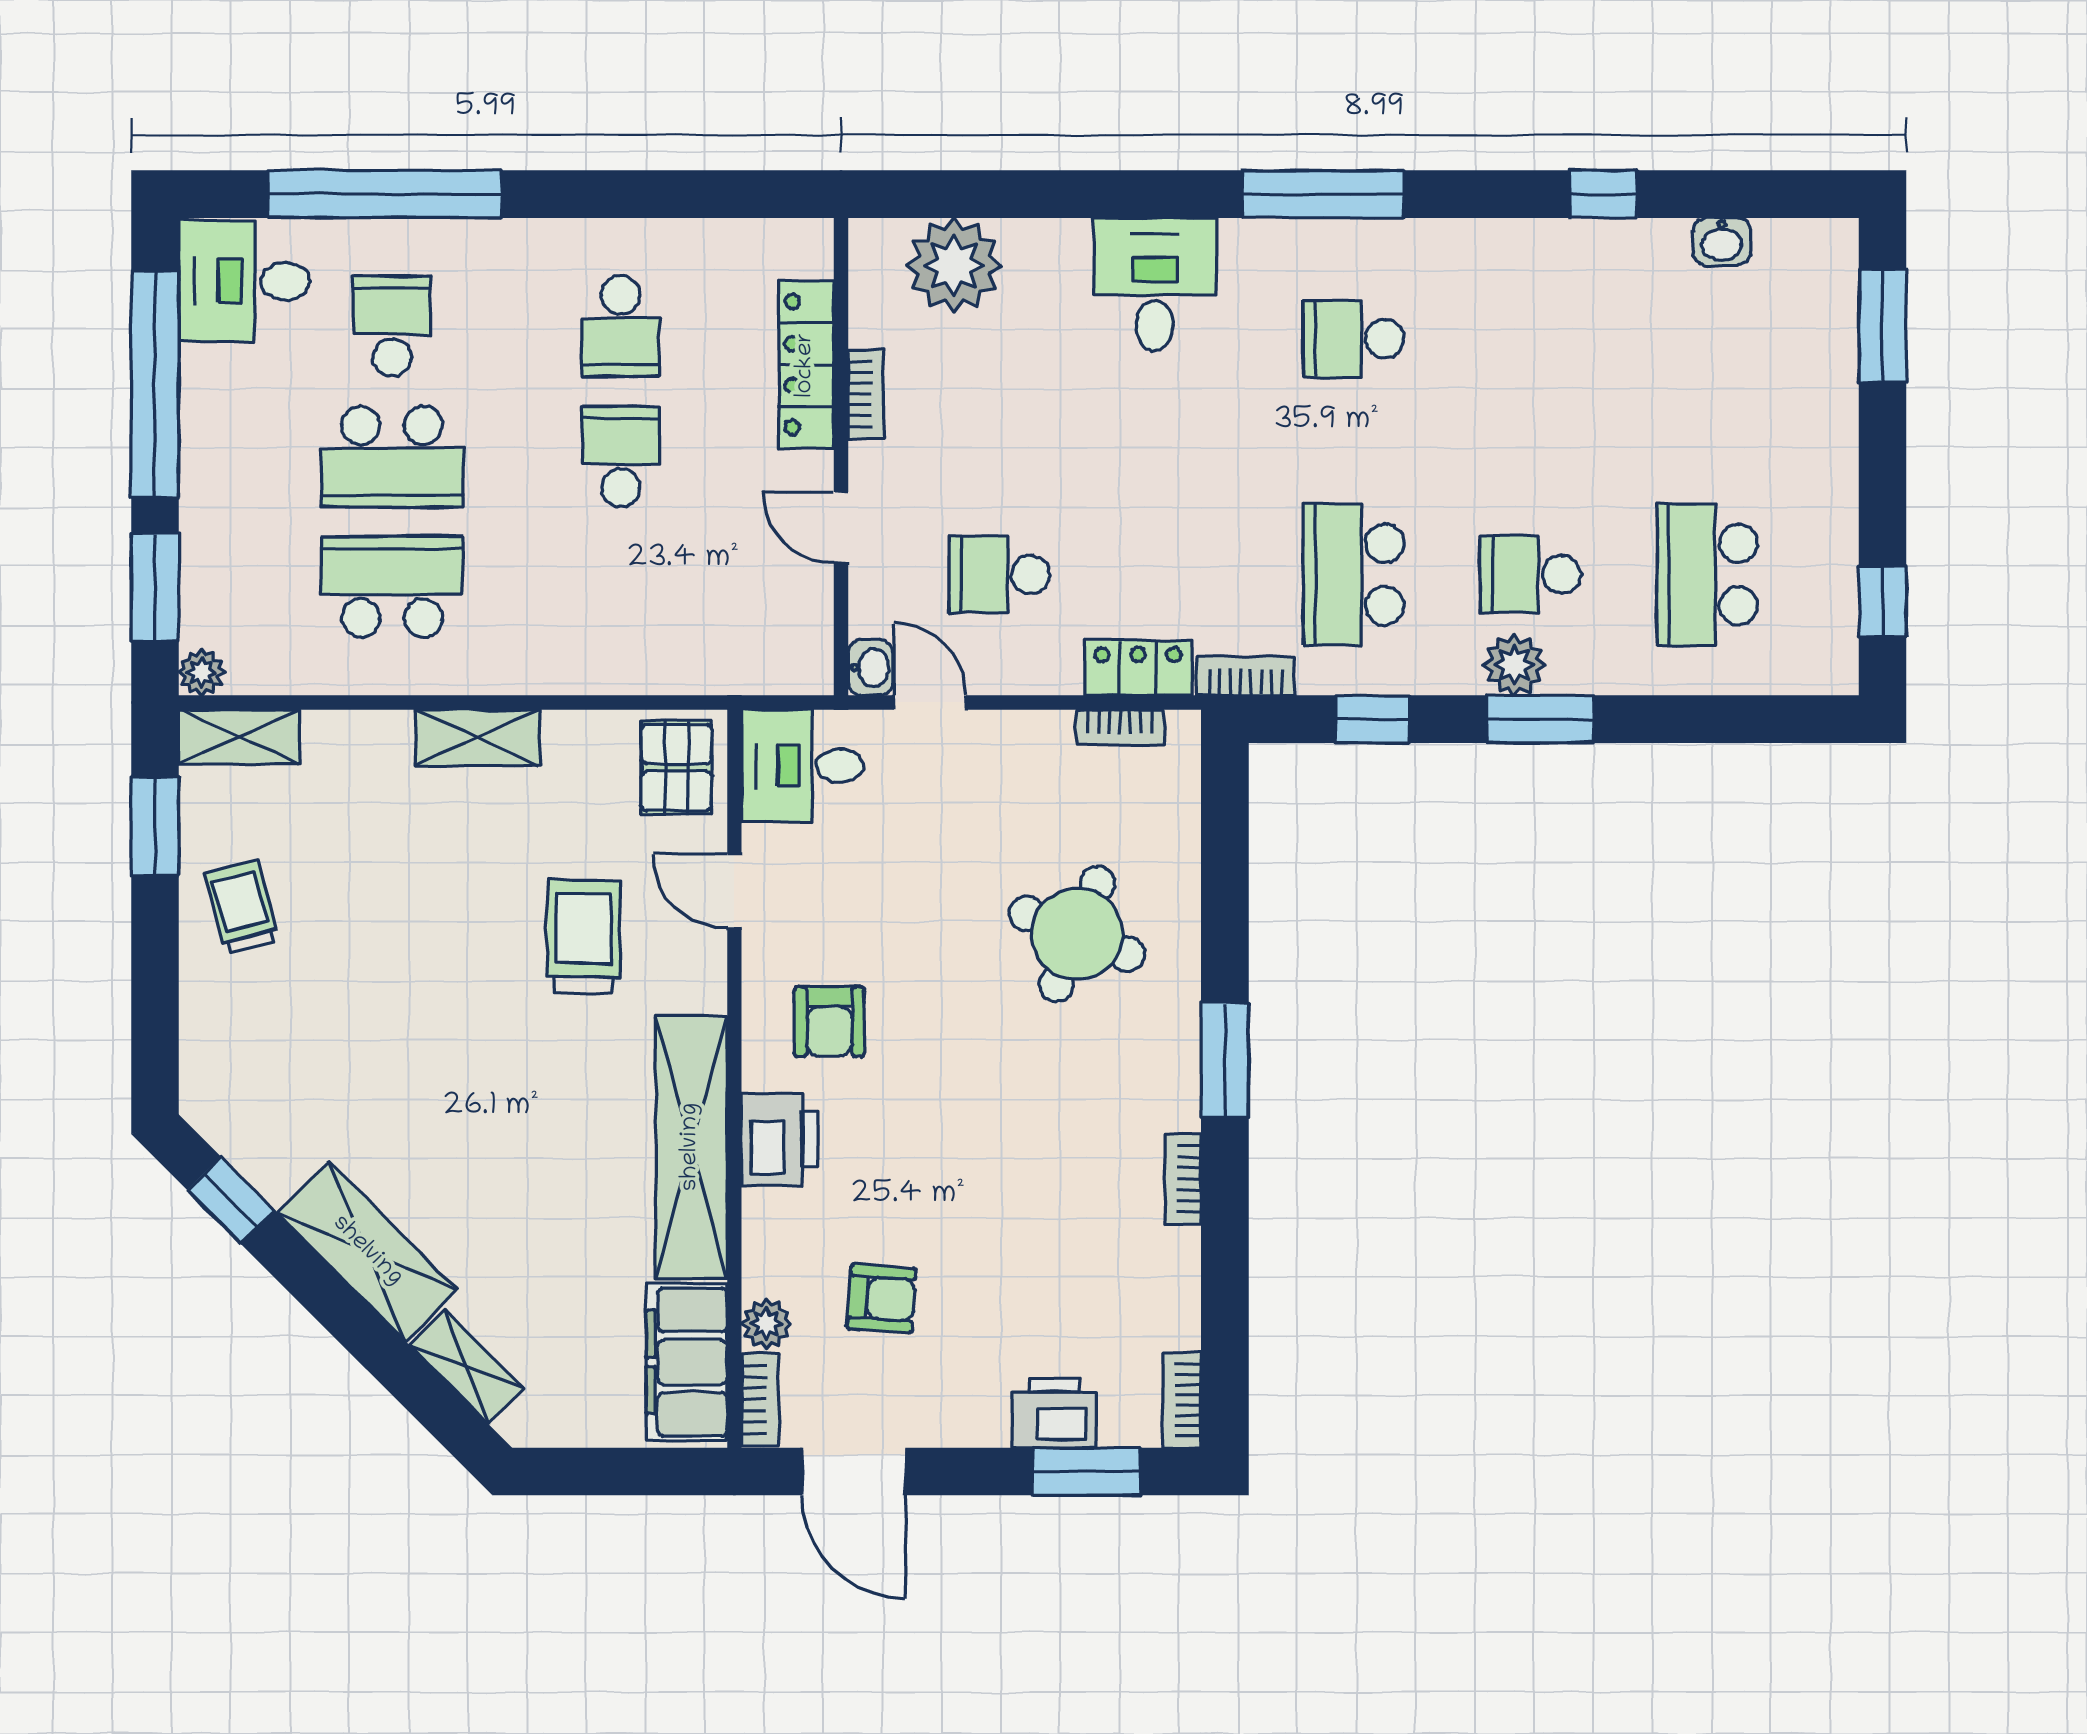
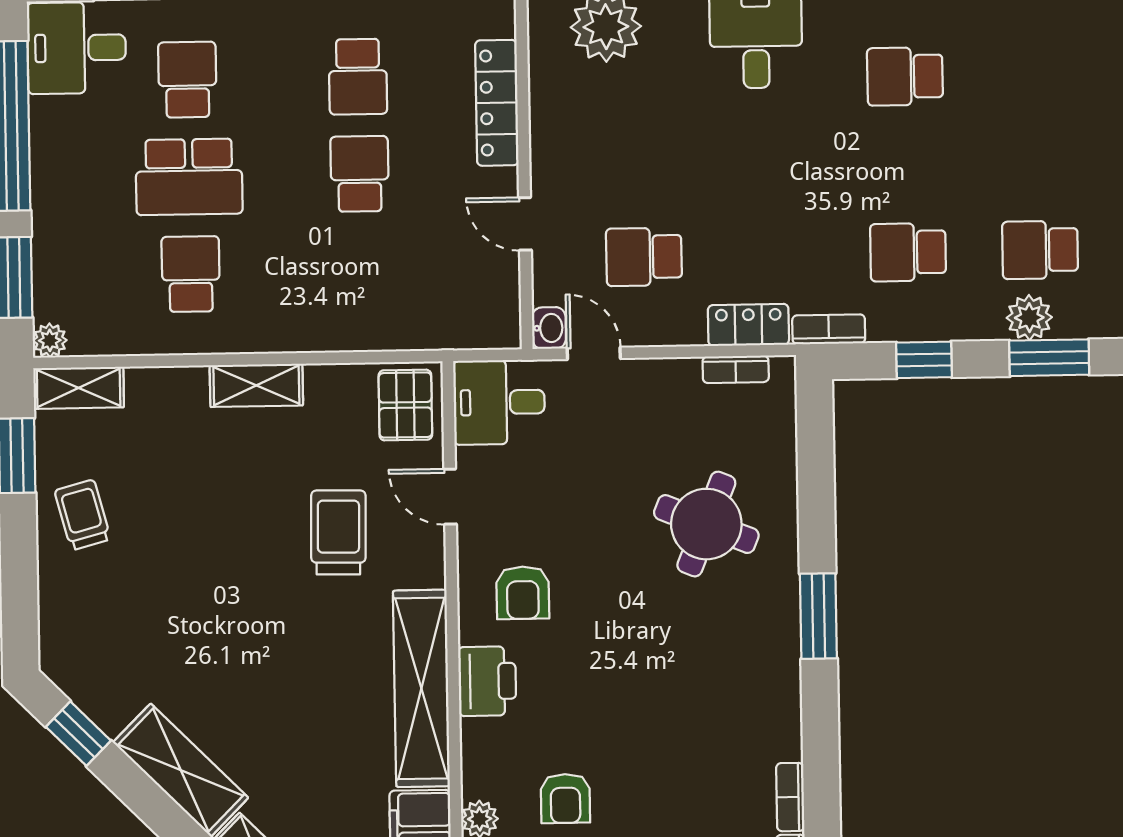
bookcase: (866, 394) -> (542, 124), removed
school desk: (1353, 574) -> (908, 252), width x0.54
school desk: (392, 587) -> (191, 274), width x0.54
bookcase: (1183, 1179) -> (790, 797), moved
armchair: (882, 1298) -> (565, 799), turned 86

